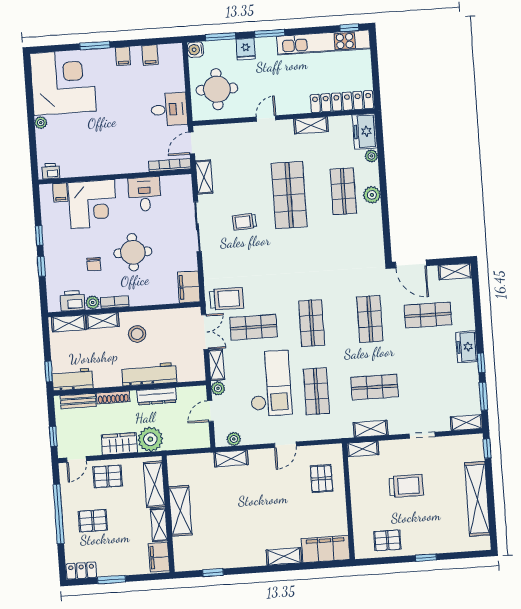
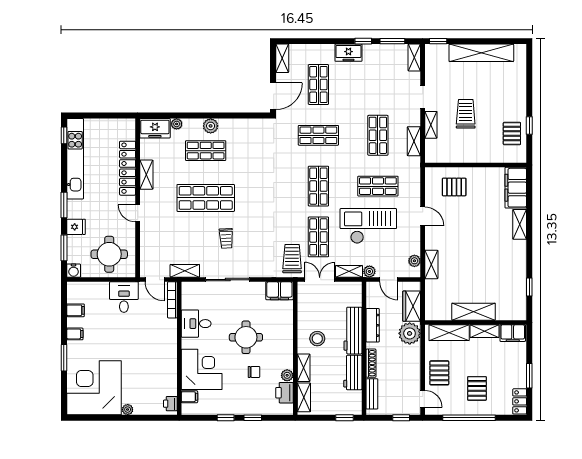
locker: (342, 102) -> (128, 168), moved
bookcase: (115, 302) -> (288, 356), removed
shop shelf: (312, 323) -> (318, 186), turned 90
workbench: (72, 379) -> (353, 373), moved
wardrobe: (119, 444) -> (412, 306), moved
shelving: (363, 449) -> (431, 125), moved
window: (426, 558) -> (529, 126), moved

